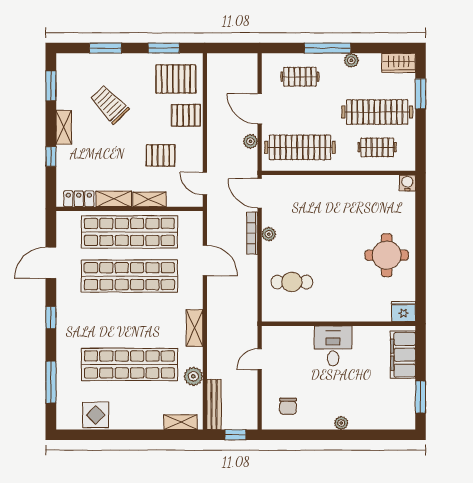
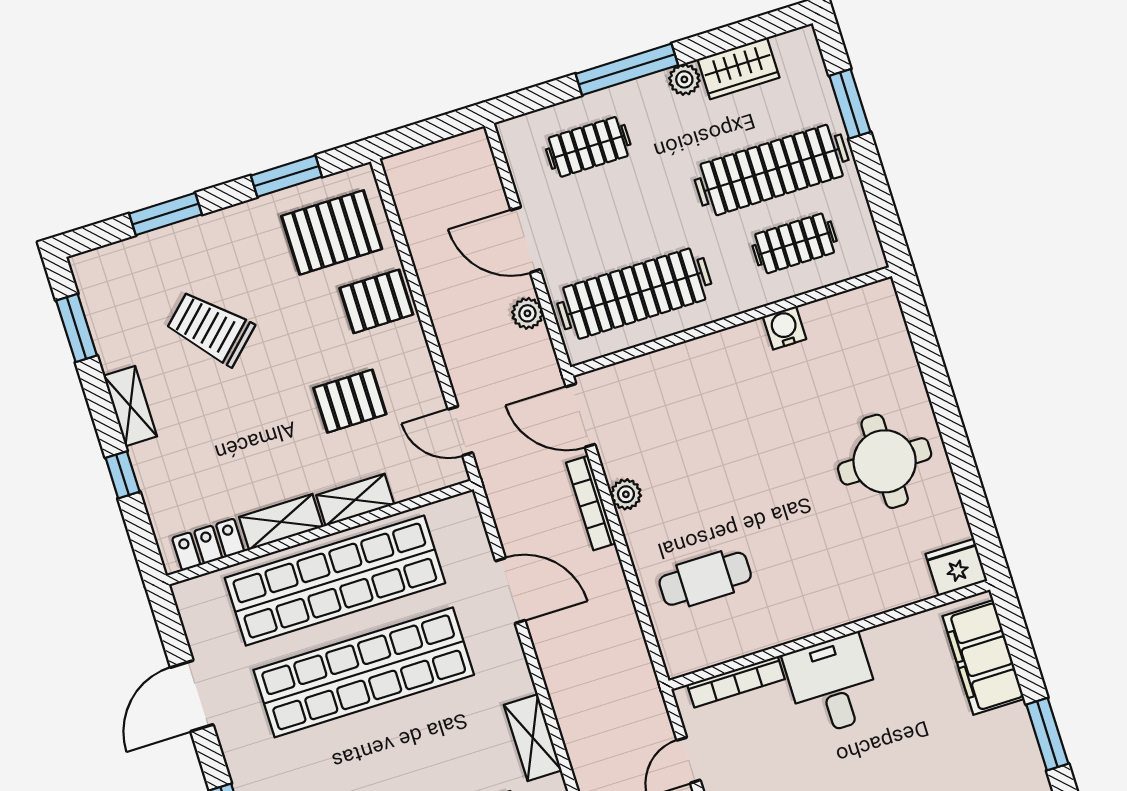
wardrobe: (399, 63) -> (738, 68), moved
water cooler: (407, 183) -> (784, 328), moved
bookcase: (291, 331) -> (736, 682), added

